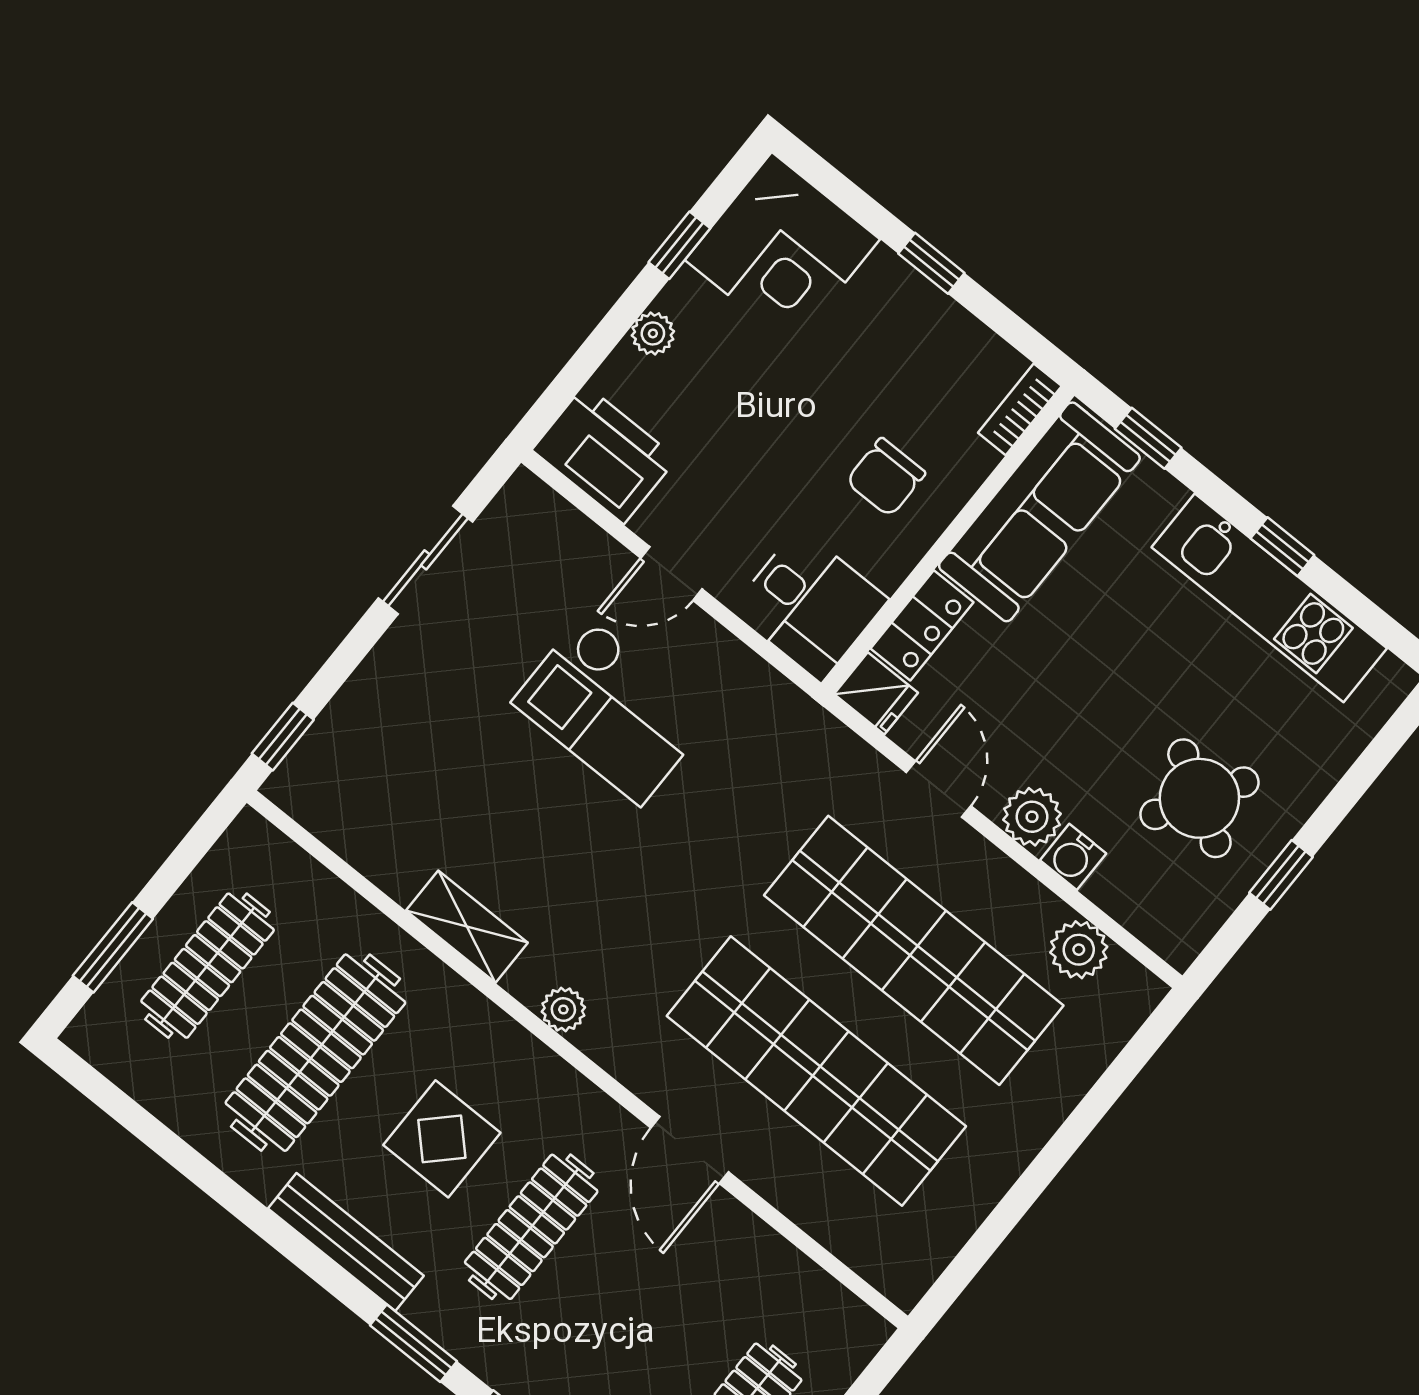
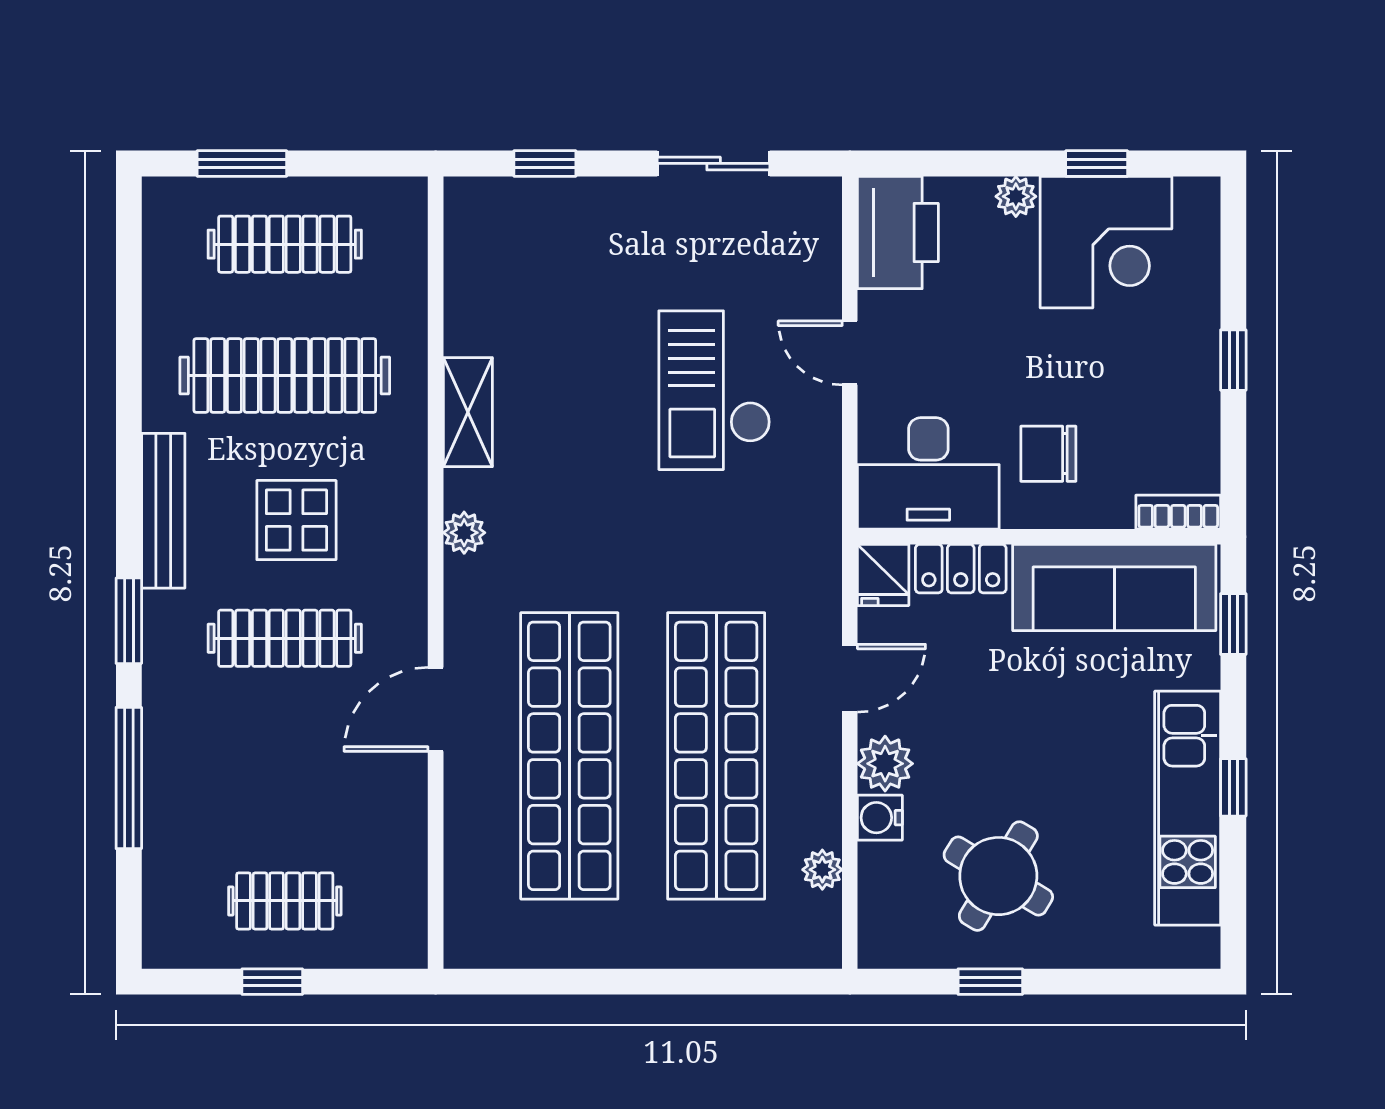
corner desk: (782, 250) -> (1106, 242), moved, turned -90
desk: (810, 605) -> (928, 473), width x1.37
window: (283, 737) -> (545, 163), moved
plant: (1079, 950) -> (822, 870), width x0.73, depth x0.73

